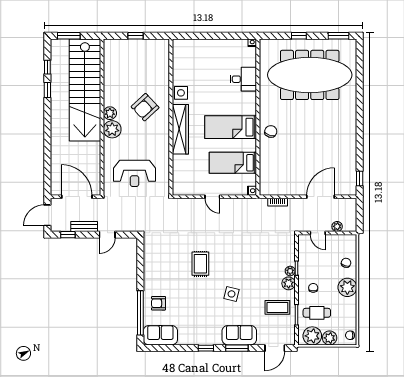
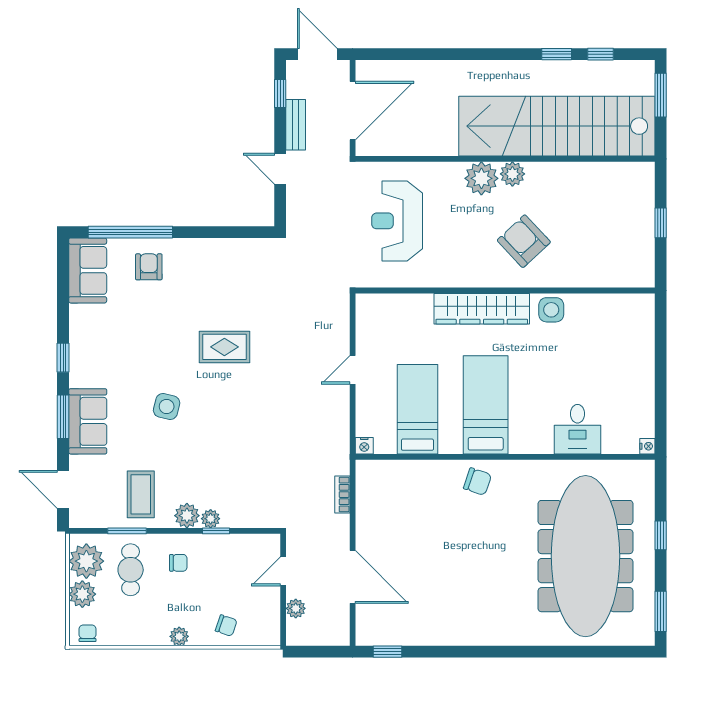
plant: (347, 287) -> (179, 636), width x0.53, depth x0.53

